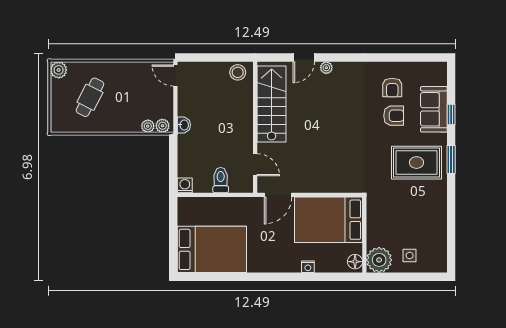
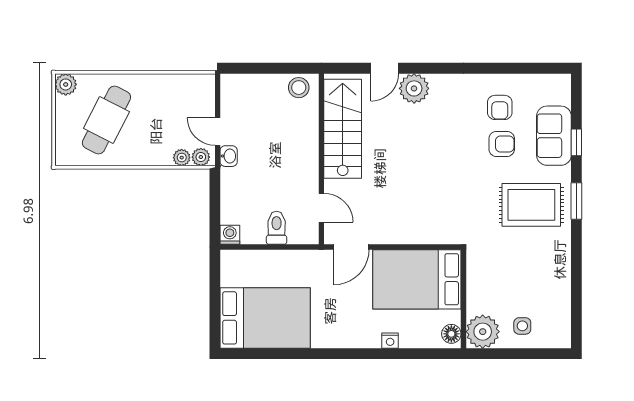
plant: (326, 68) -> (414, 88), width x1.88, depth x1.88
door: (175, 75) -> (218, 132), moved
cafe table: (90, 97) -> (106, 120), width x1.37, depth x1.35

